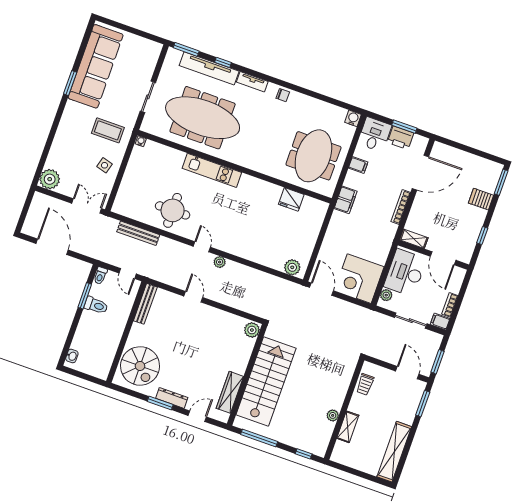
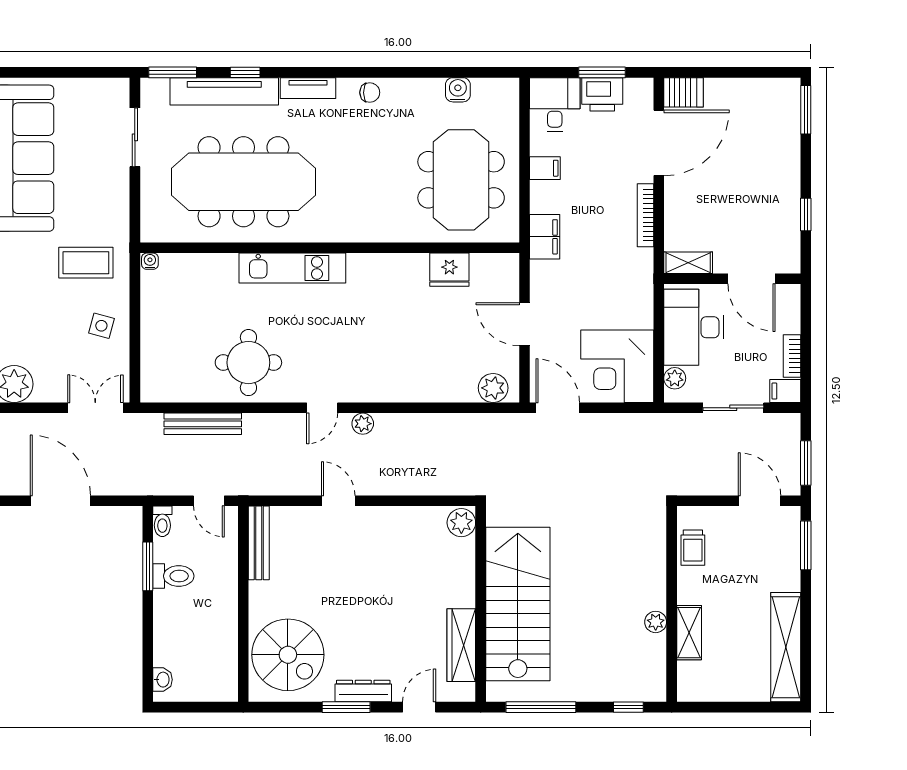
sliding door: (148, 97) -> (135, 137), moved
water cooler: (353, 118) -> (458, 90), moved
server rack: (481, 199) -> (683, 92), moved, turned 180
door: (320, 241) -> (525, 324), added
door: (202, 247) -> (322, 408), swing flipped

